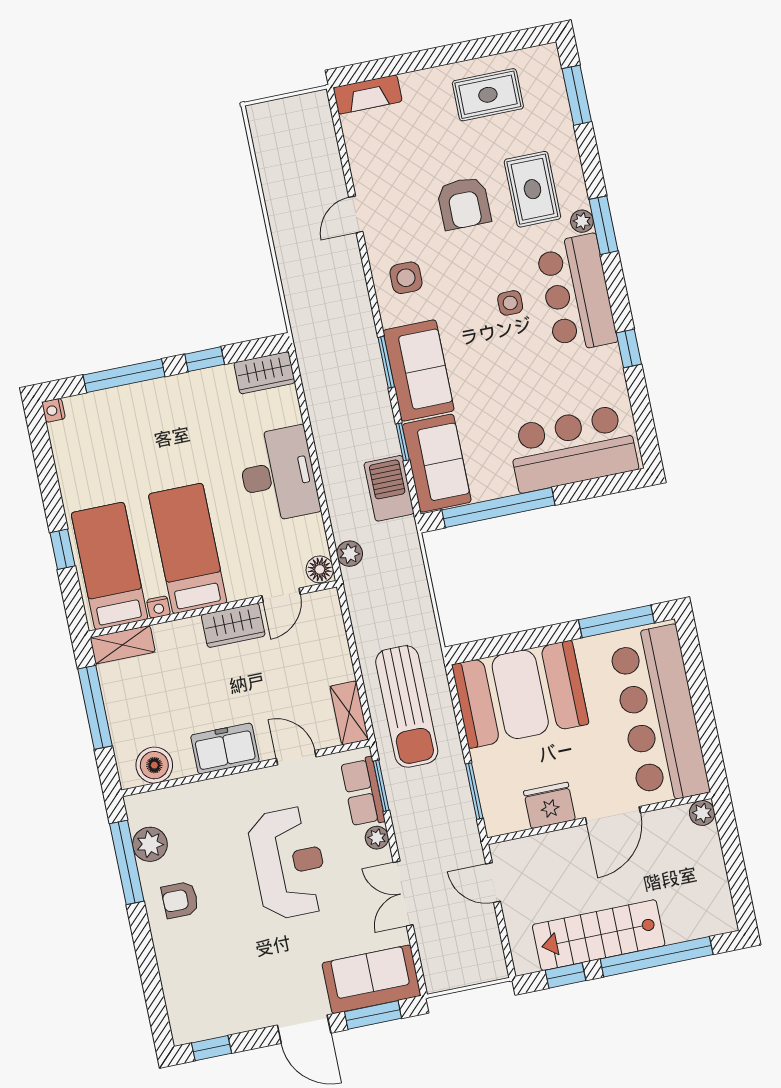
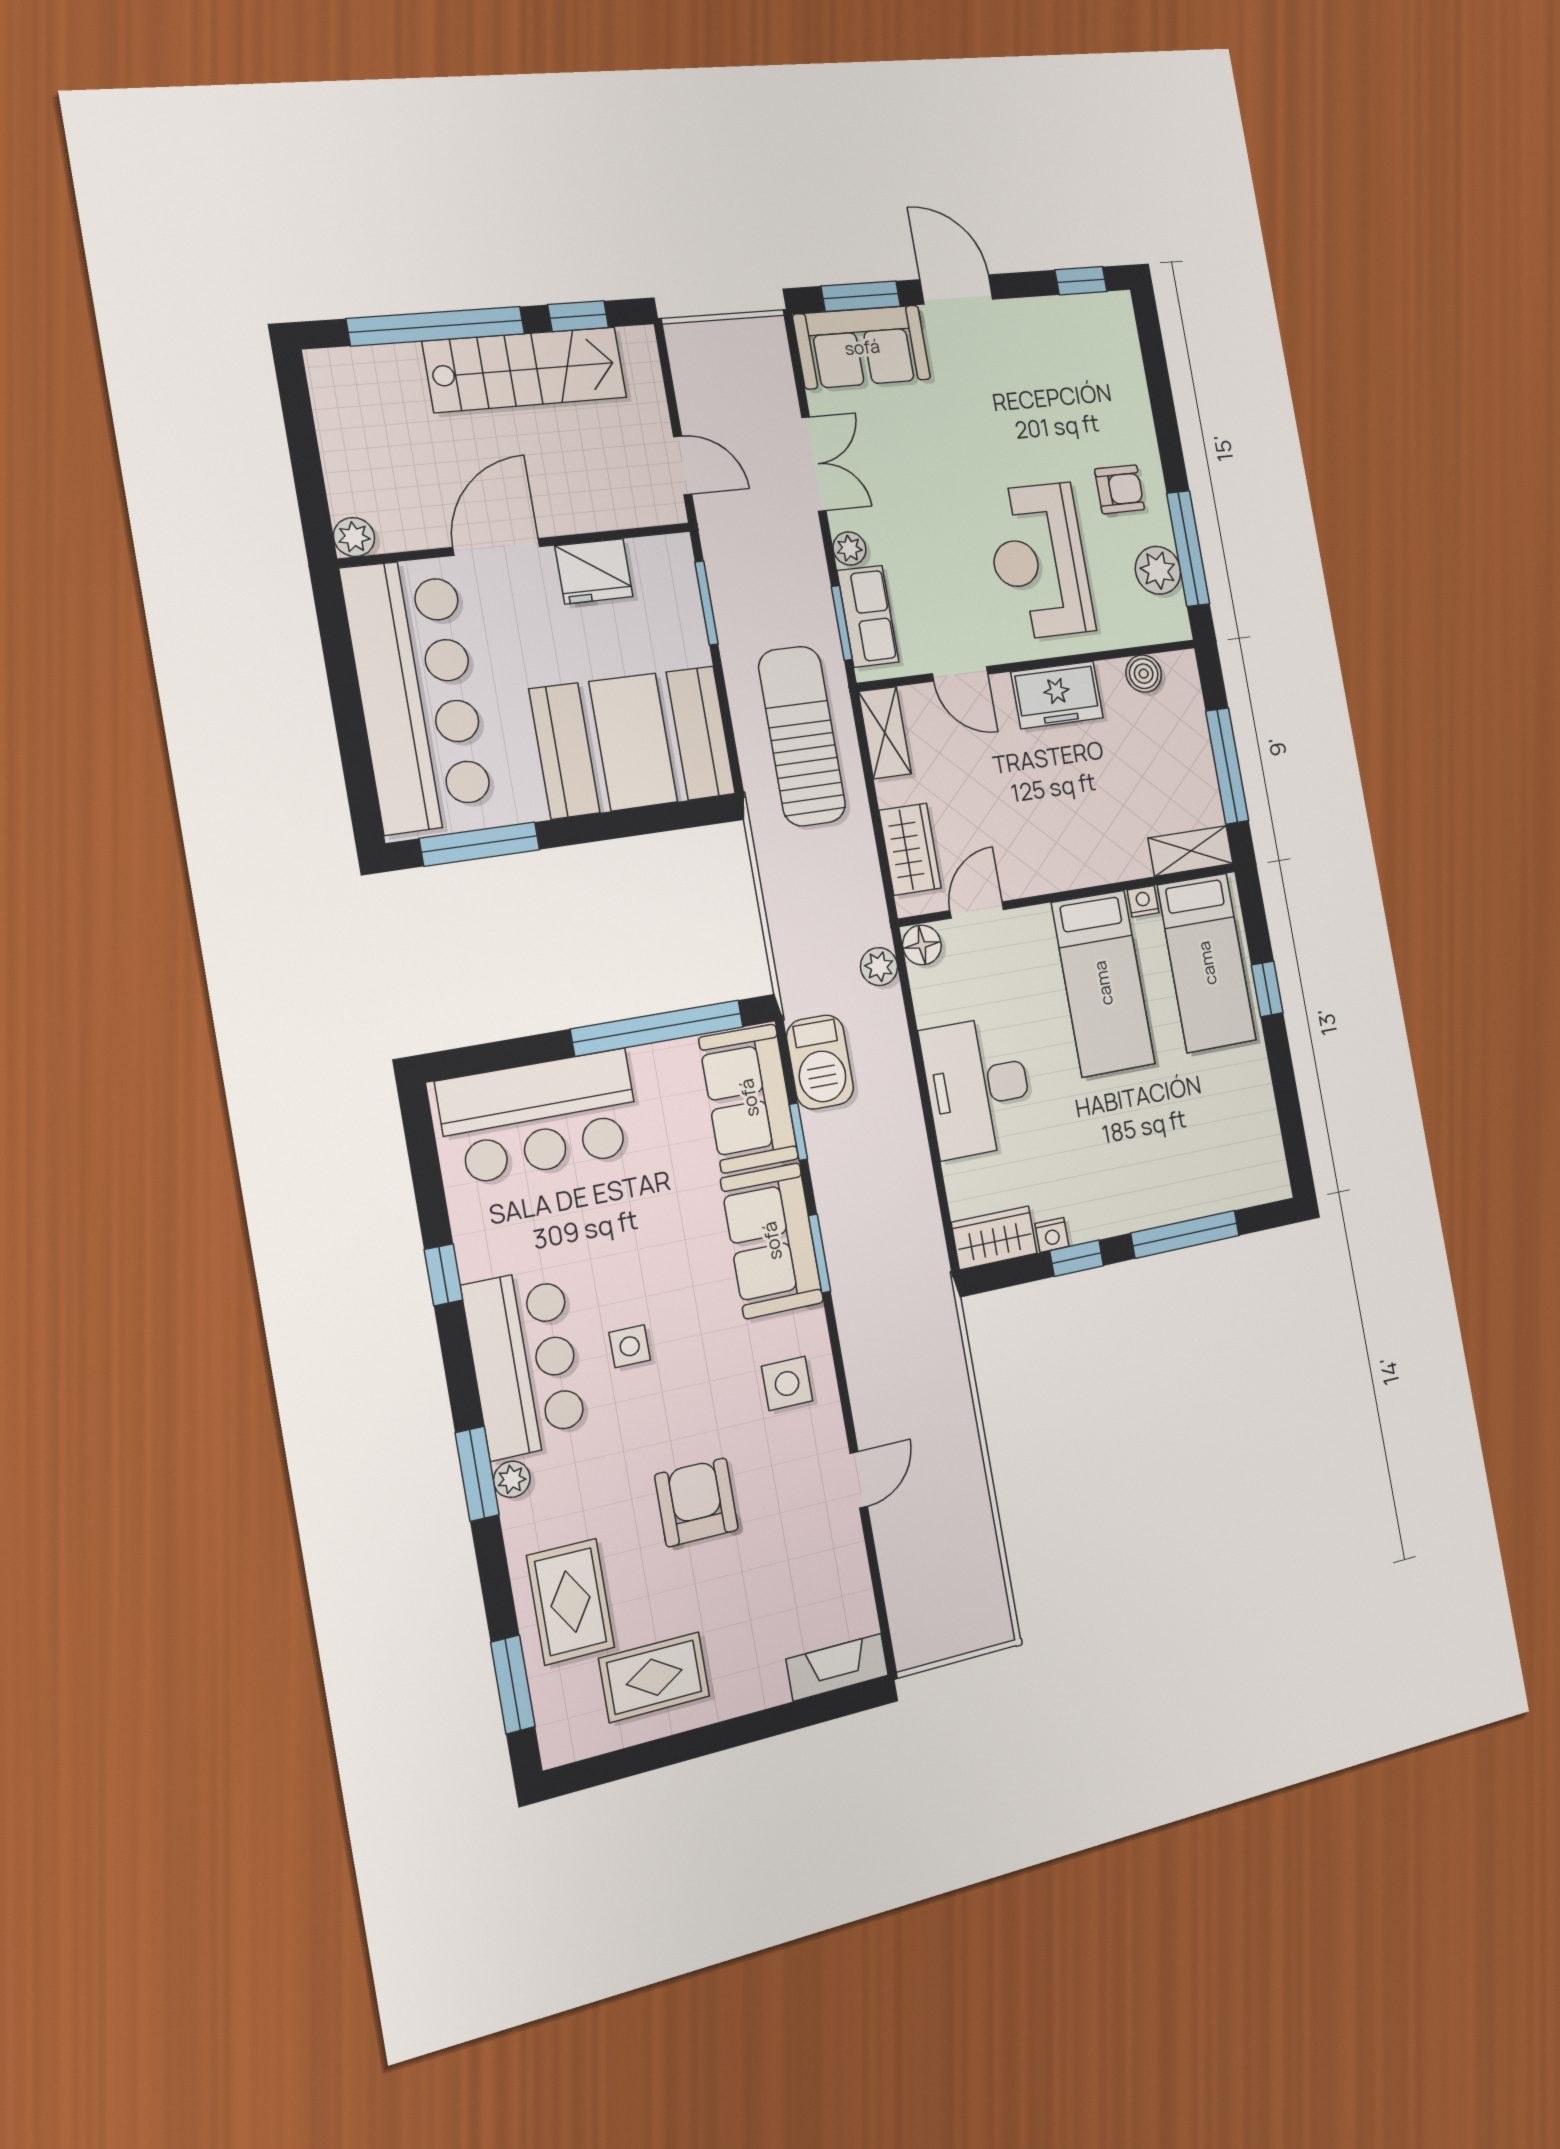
rug: (532, 189) -> (571, 1602), moved
nightstand: (53, 410) -> (1052, 1235), moved, turned 90
wardrobe: (233, 625) -> (910, 849), moved, turned 90
boiler: (154, 765) -> (1144, 674), width x0.73, depth x0.73
reception desk: (289, 863) -> (1039, 561), moved

